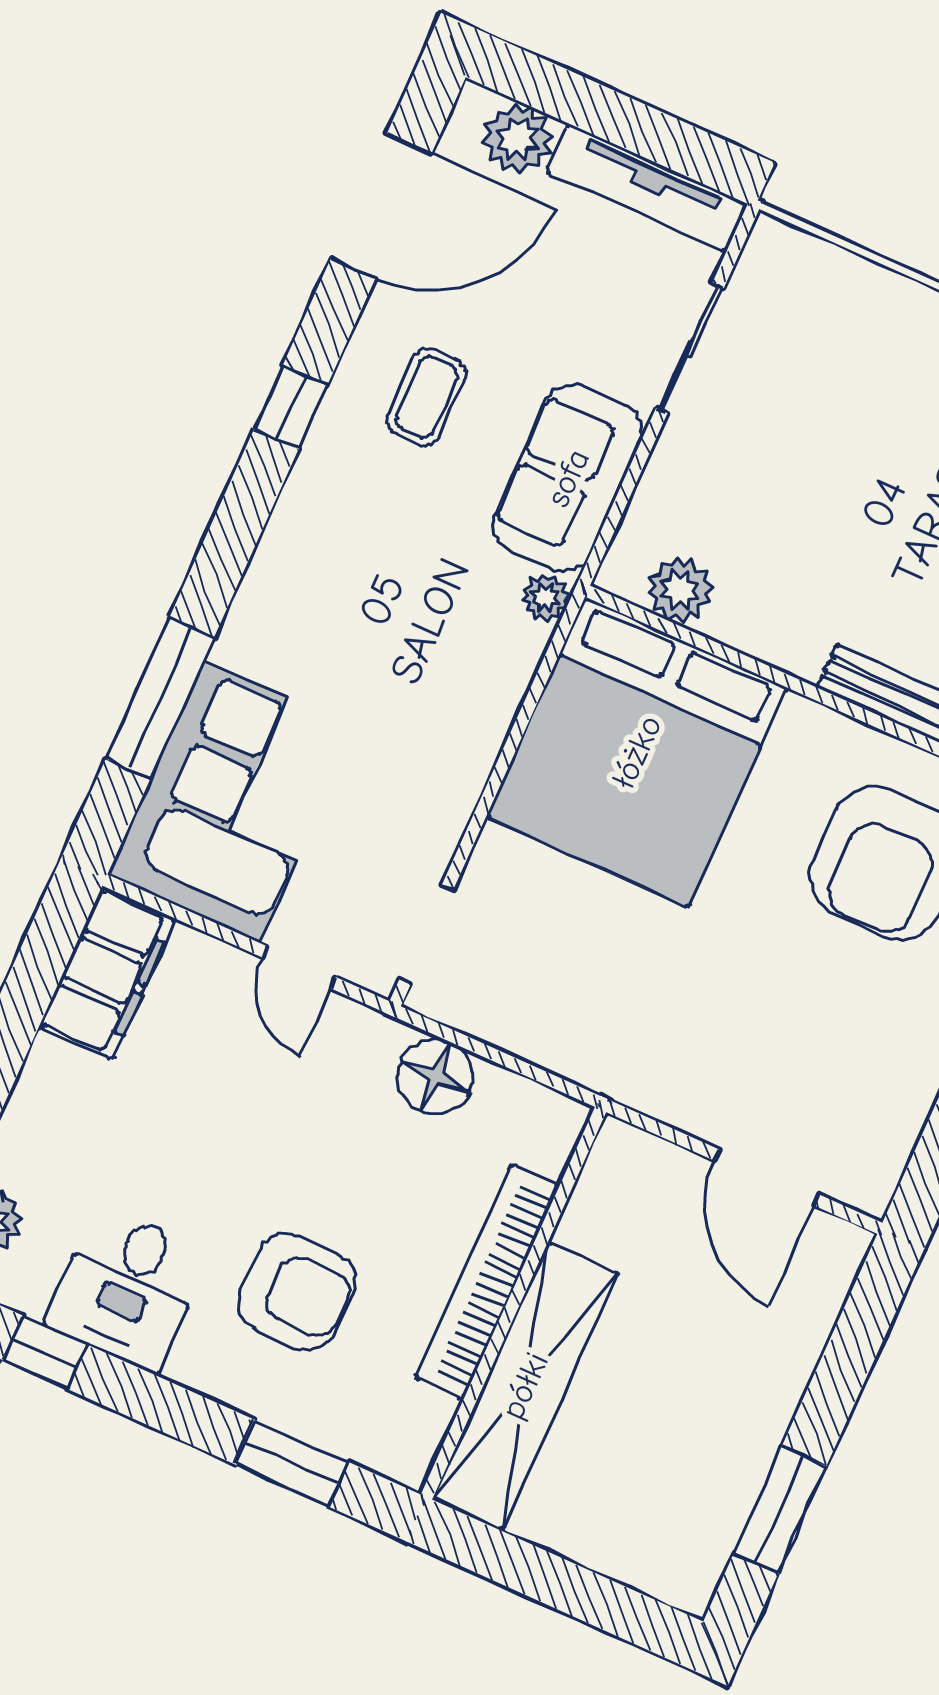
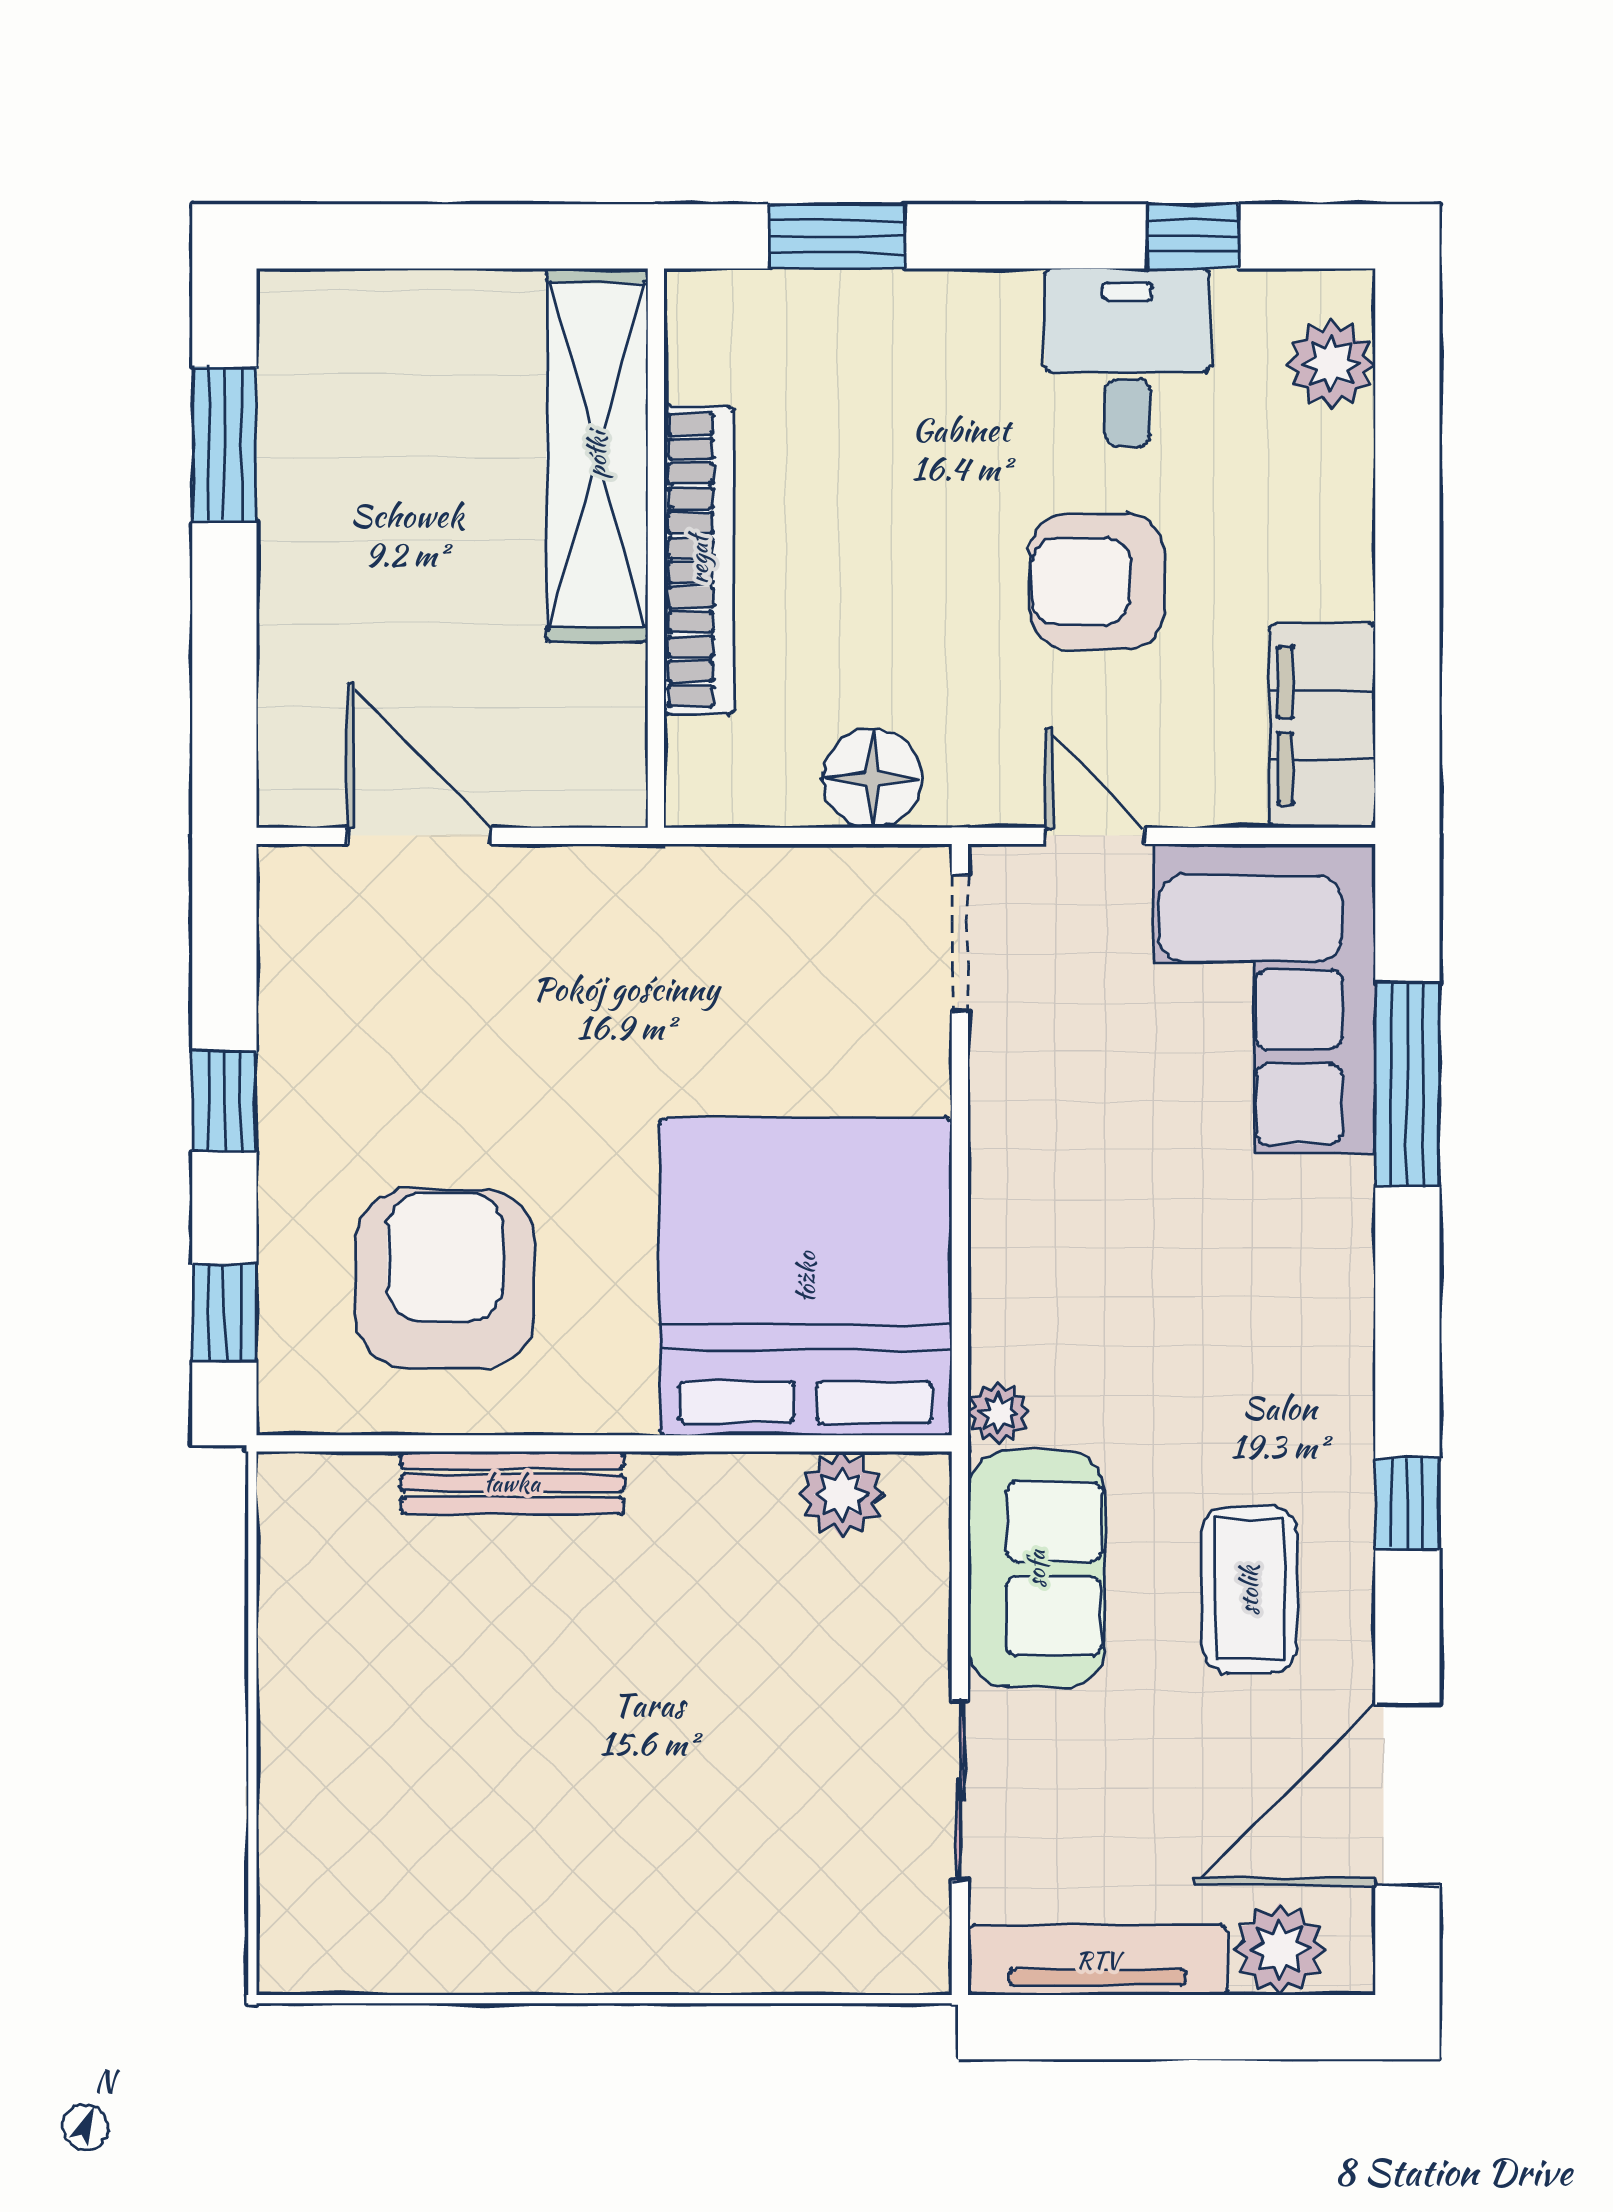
coffee table: (427, 397) -> (1249, 1590), width x1.36, depth x1.30
armchair: (297, 1292) -> (1097, 581), moved

